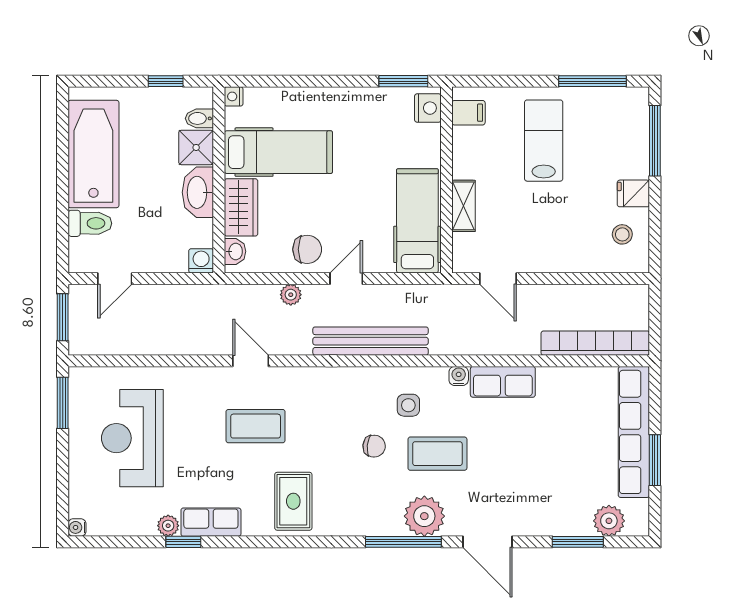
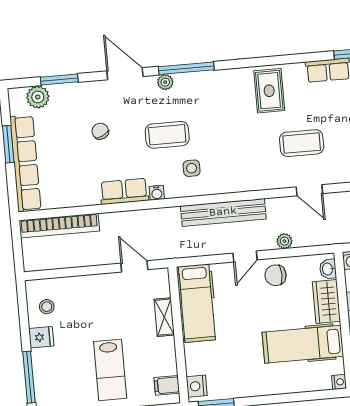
chair: (374, 446) -> (100, 131), moved, turned 57
plant: (424, 516) -> (165, 82), width x0.53, depth x0.53

